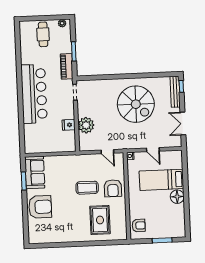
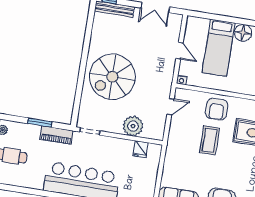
spiral stairs: (136, 104) -> (112, 77), moved, turned 180
fridge: (69, 125) -> (140, 149), moved
door: (153, 150) -> (180, 51), hinge flipped
armchair: (113, 188) -> (217, 109), turned 90

